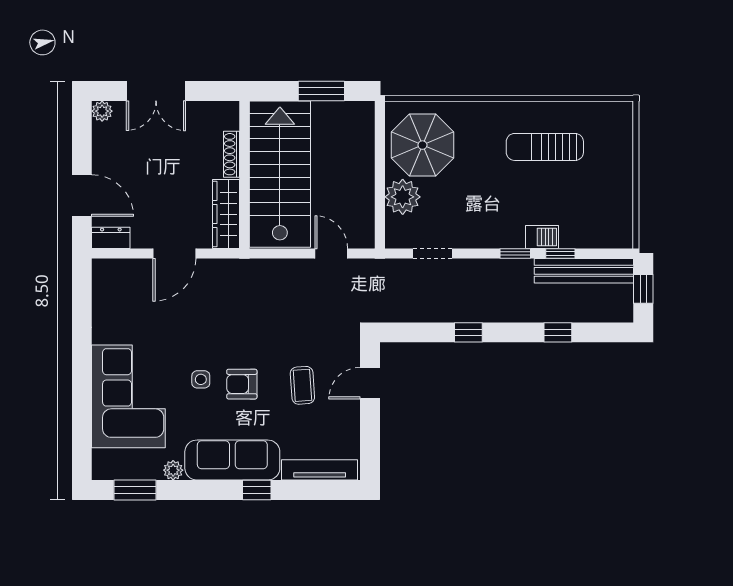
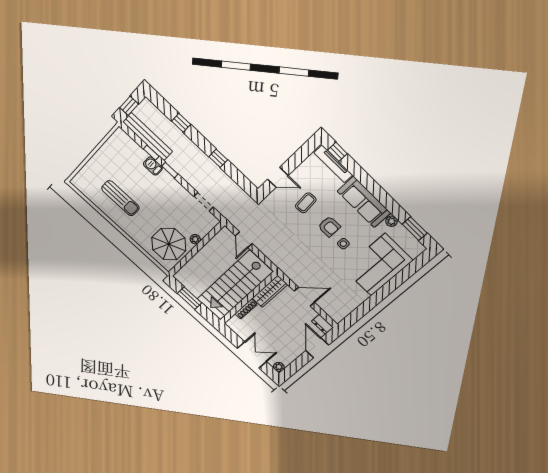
plant: (403, 197) -> (195, 239), width x0.53, depth x0.53
window: (257, 490) -> (337, 152), moved

